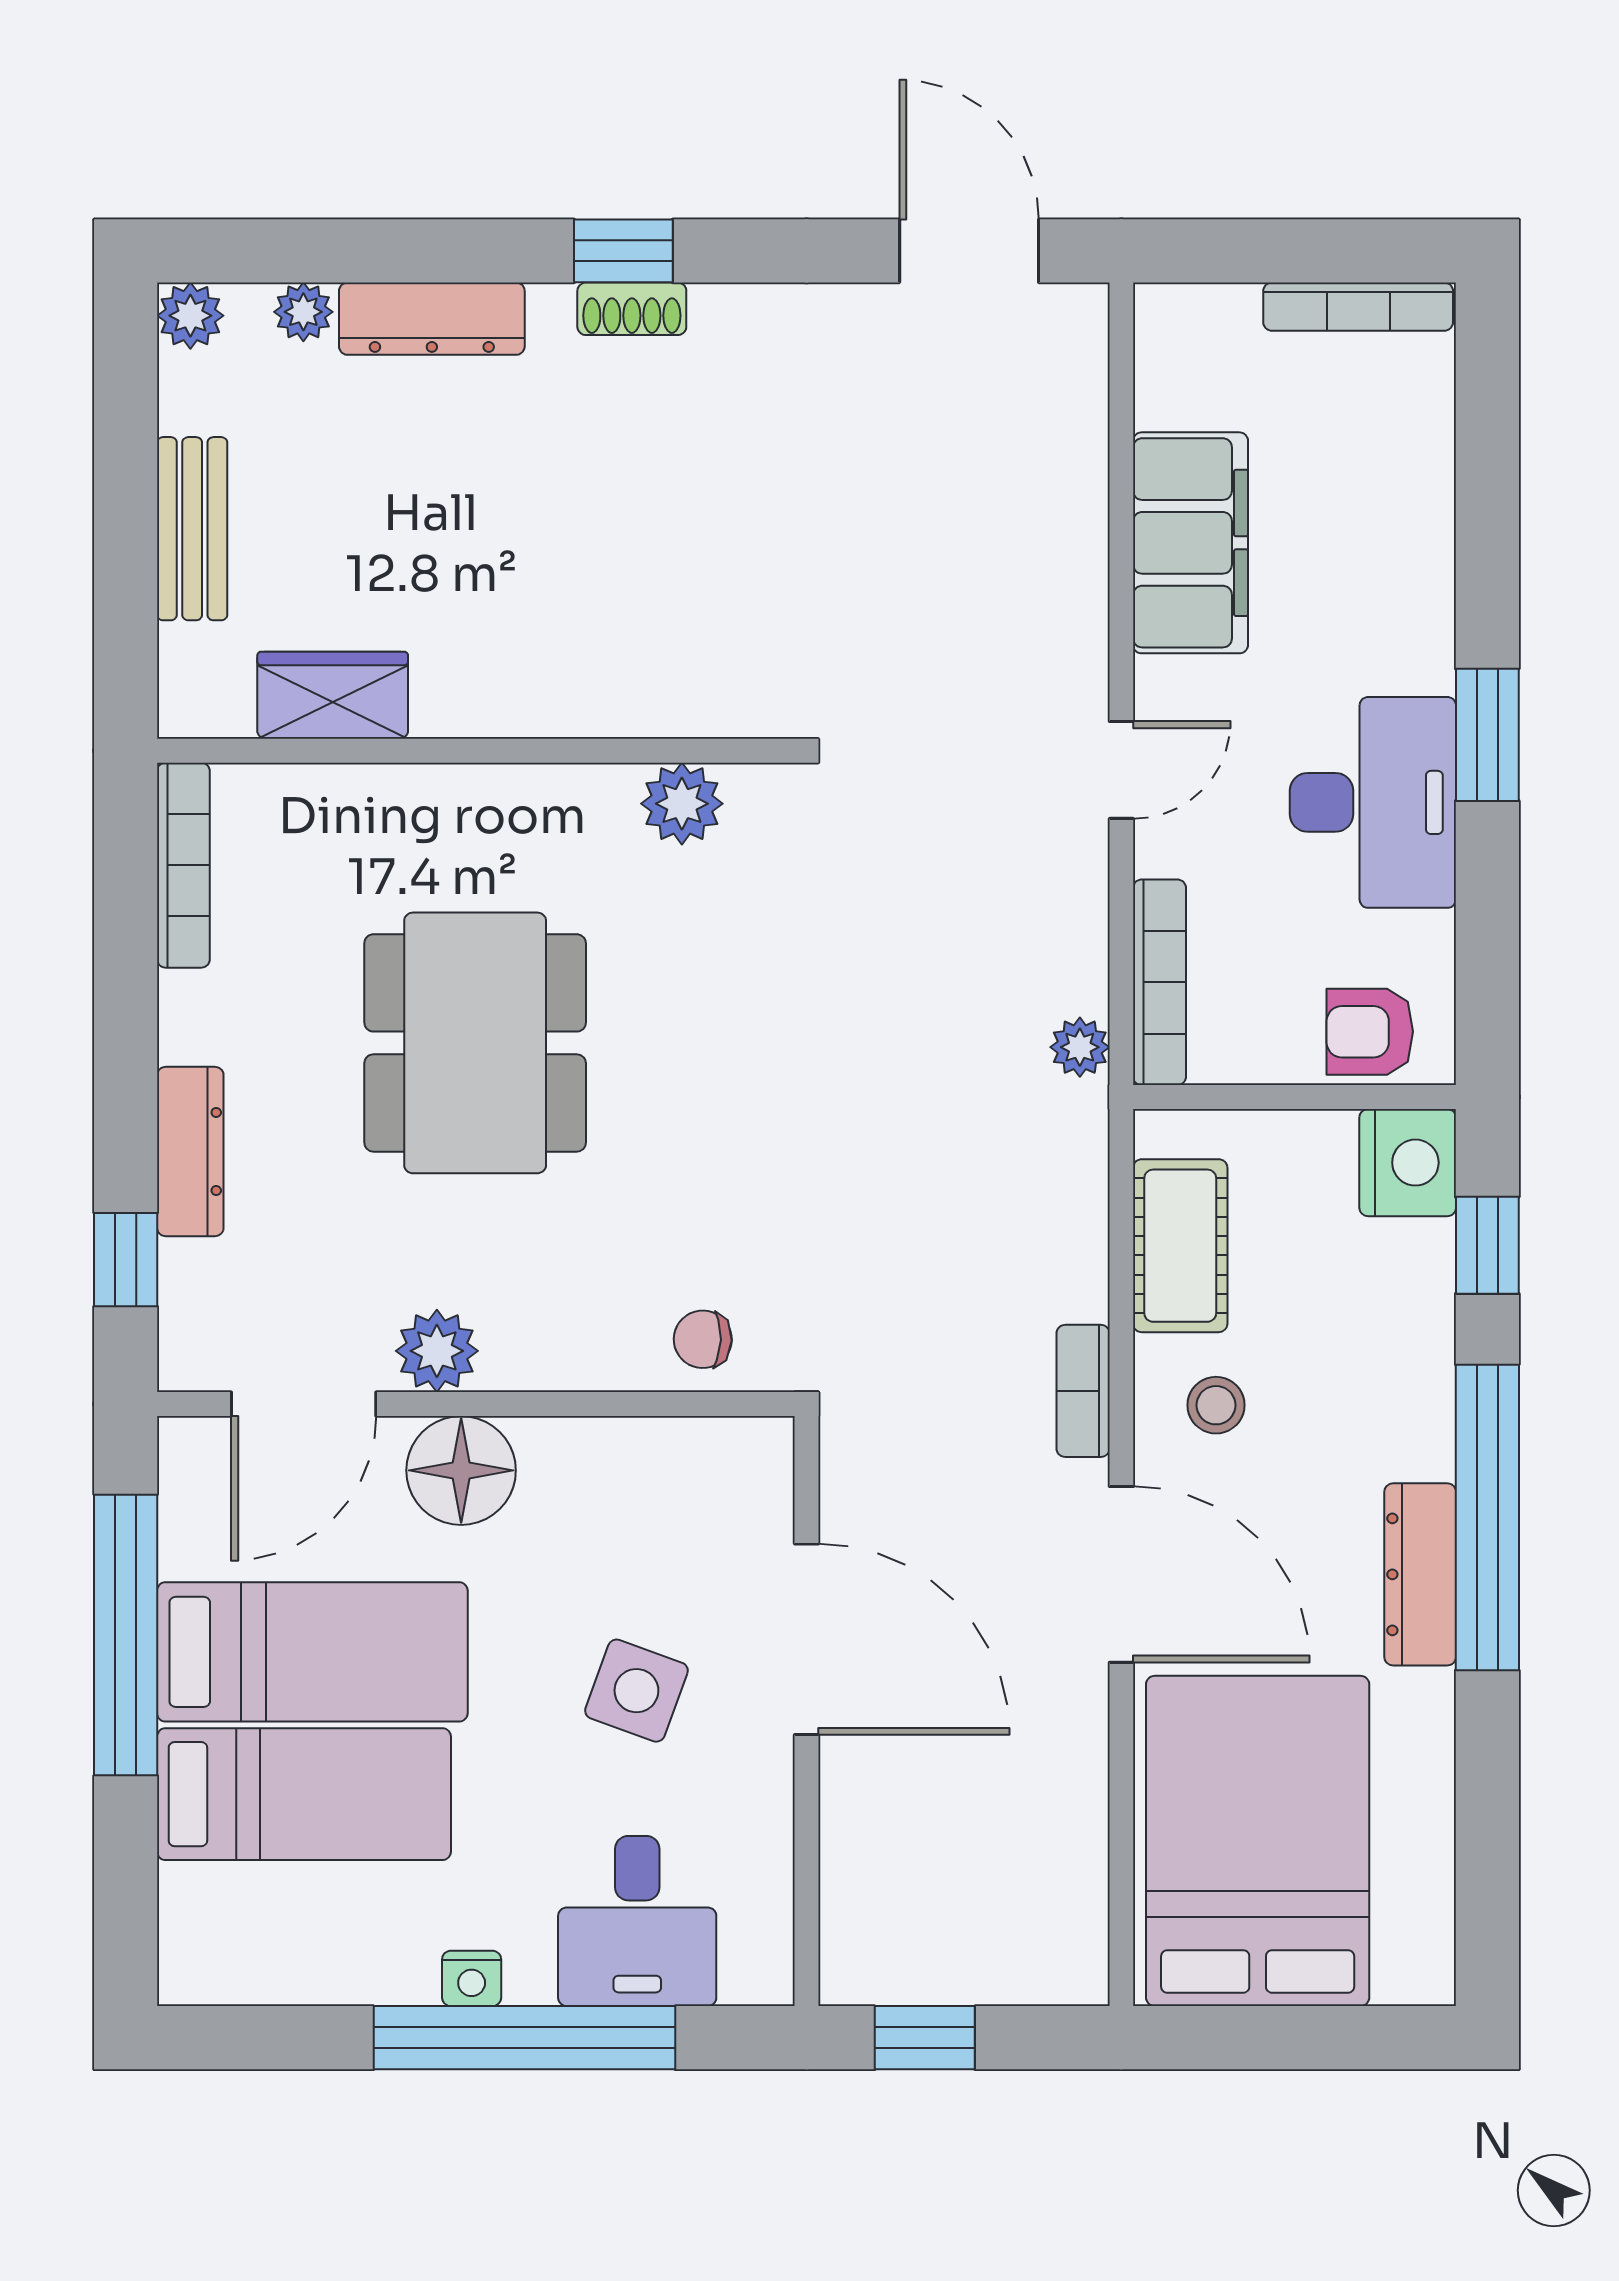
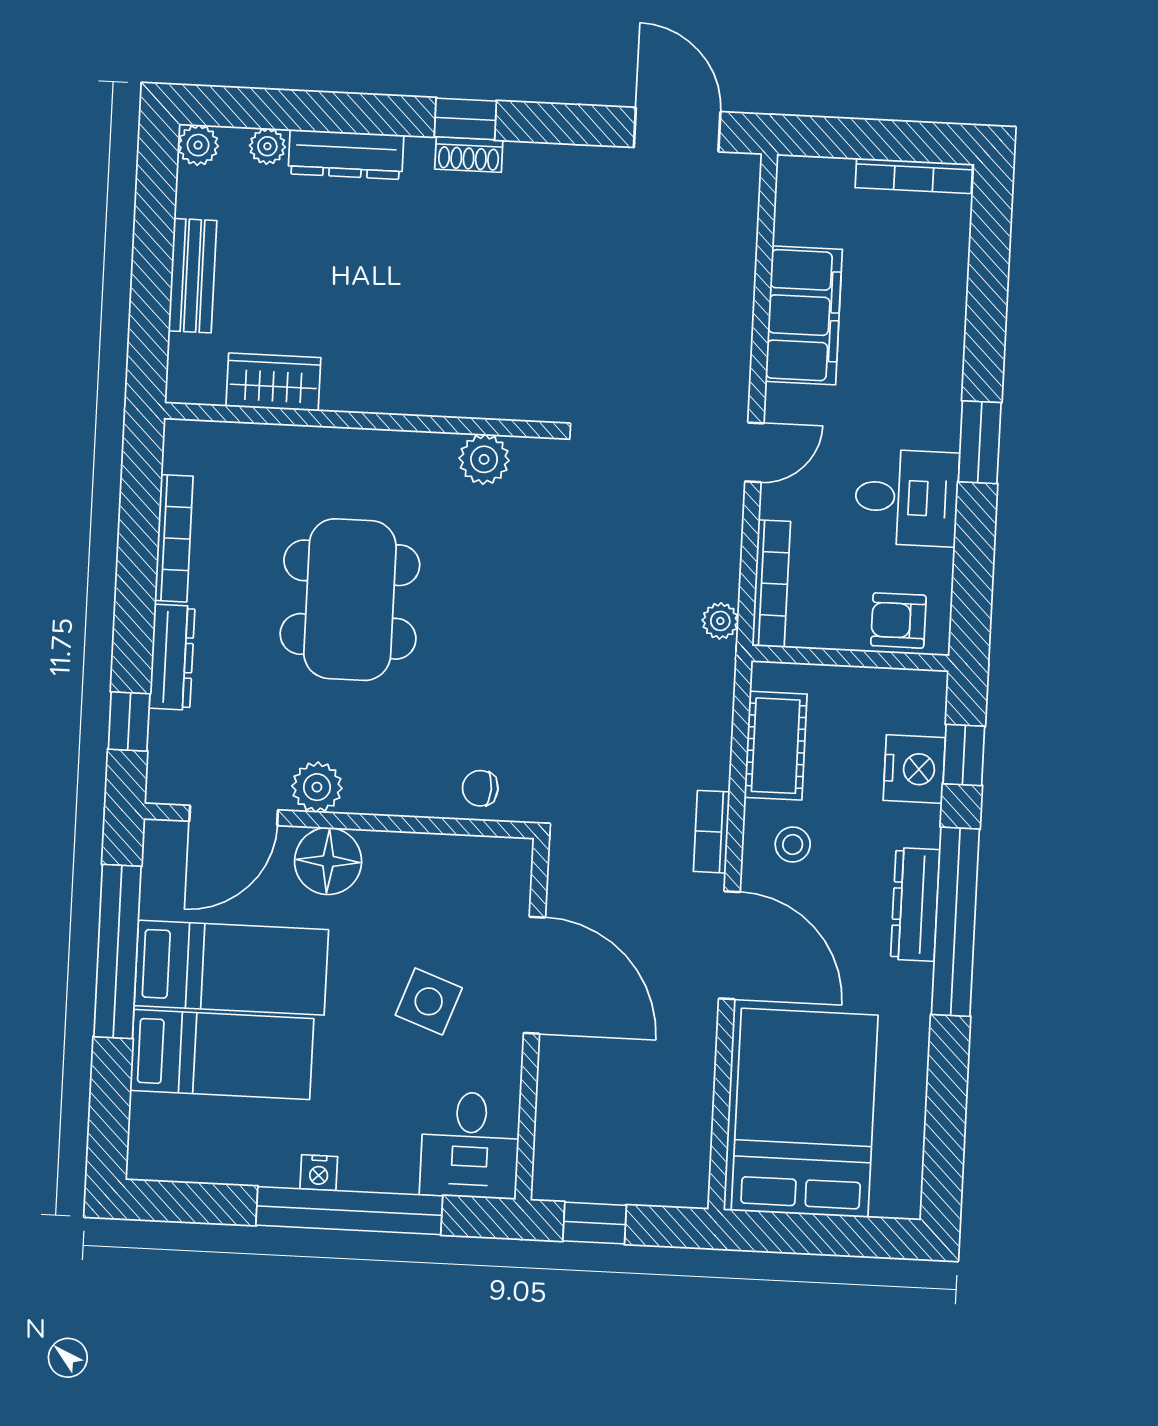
desk: (1373, 802) -> (907, 498), width x0.73
bookcase: (183, 865) -> (174, 538), moved
nightstand: (1408, 1163) -> (914, 769), moved
dresser: (1420, 1574) -> (915, 904), moved
desk: (637, 1921) -> (470, 1145), moved

